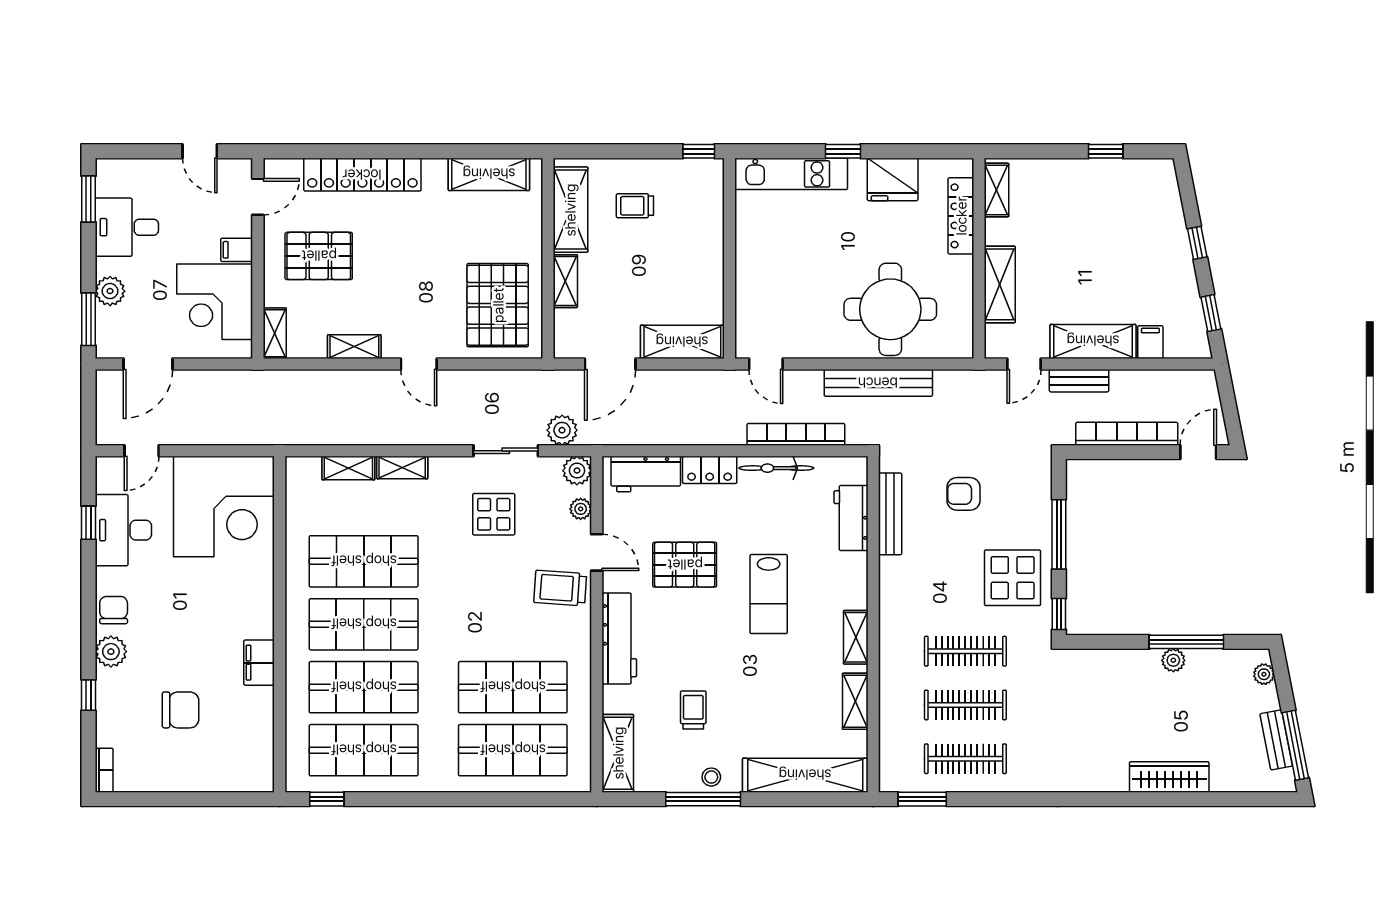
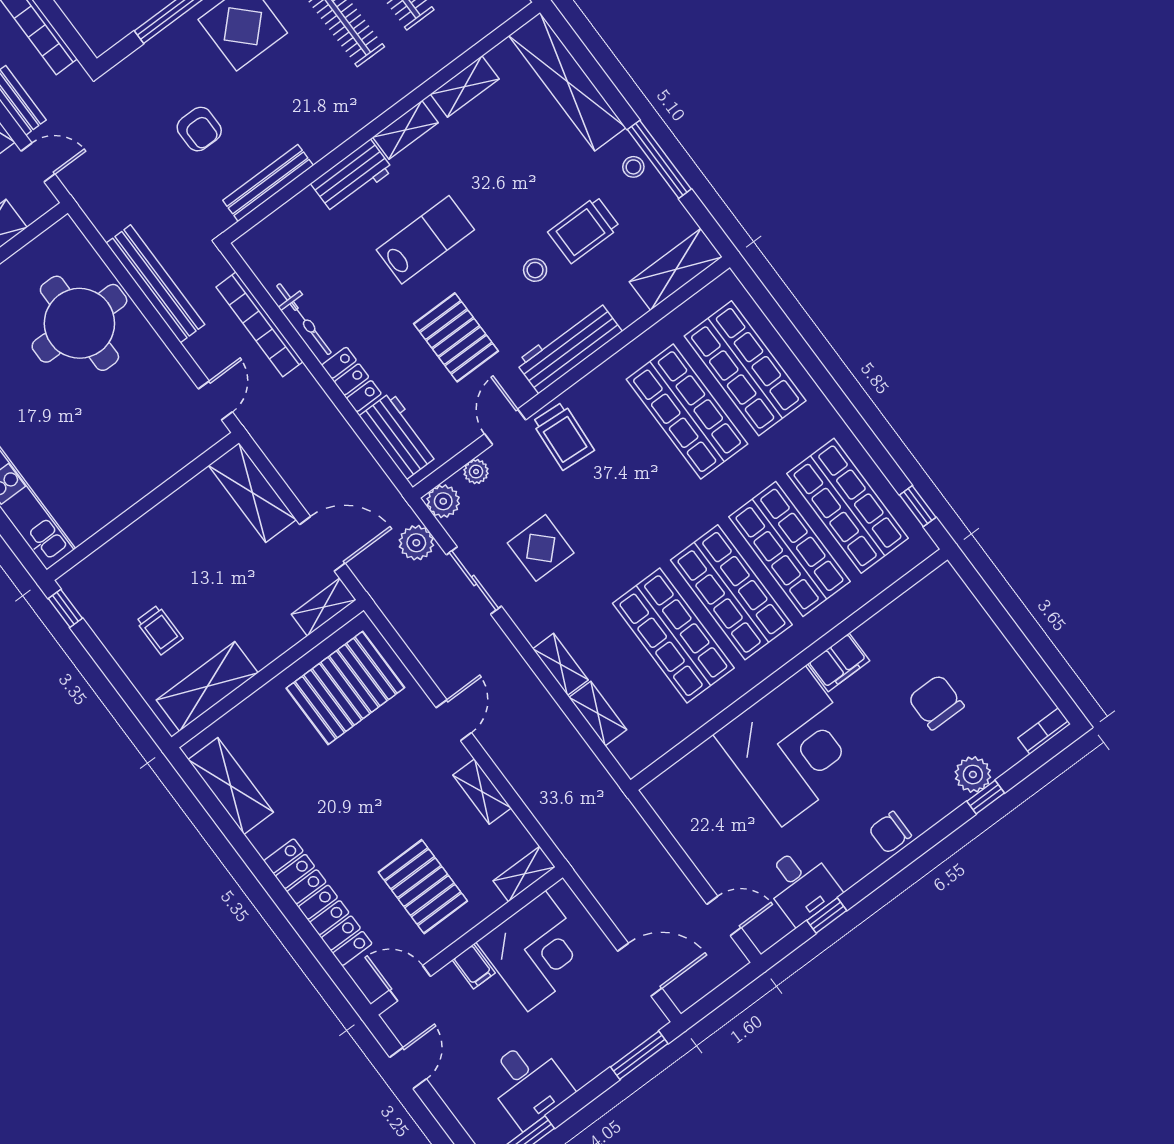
shelving: (565, 281) -> (324, 607), moved
plant: (110, 291) -> (599, 1055), removed
corner desk: (224, 506) -> (793, 746), moved, turned 90
workbench: (851, 518) -> (352, 177), moved
desk: (123, 530) -> (801, 885), width x0.73
plant: (111, 652) -> (973, 775), moved
stool: (691, 655) -> (535, 270), added
trolley: (693, 710) -> (584, 230), width x1.36, depth x1.39

